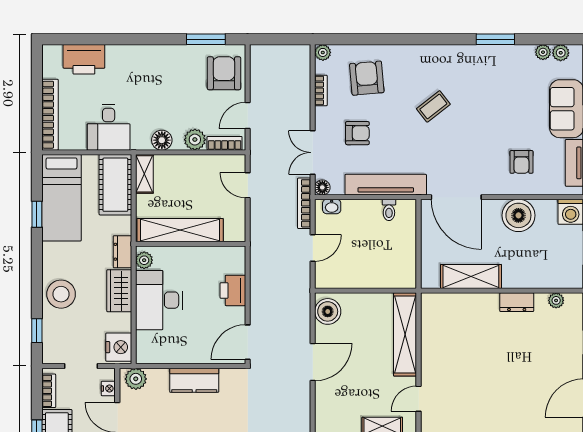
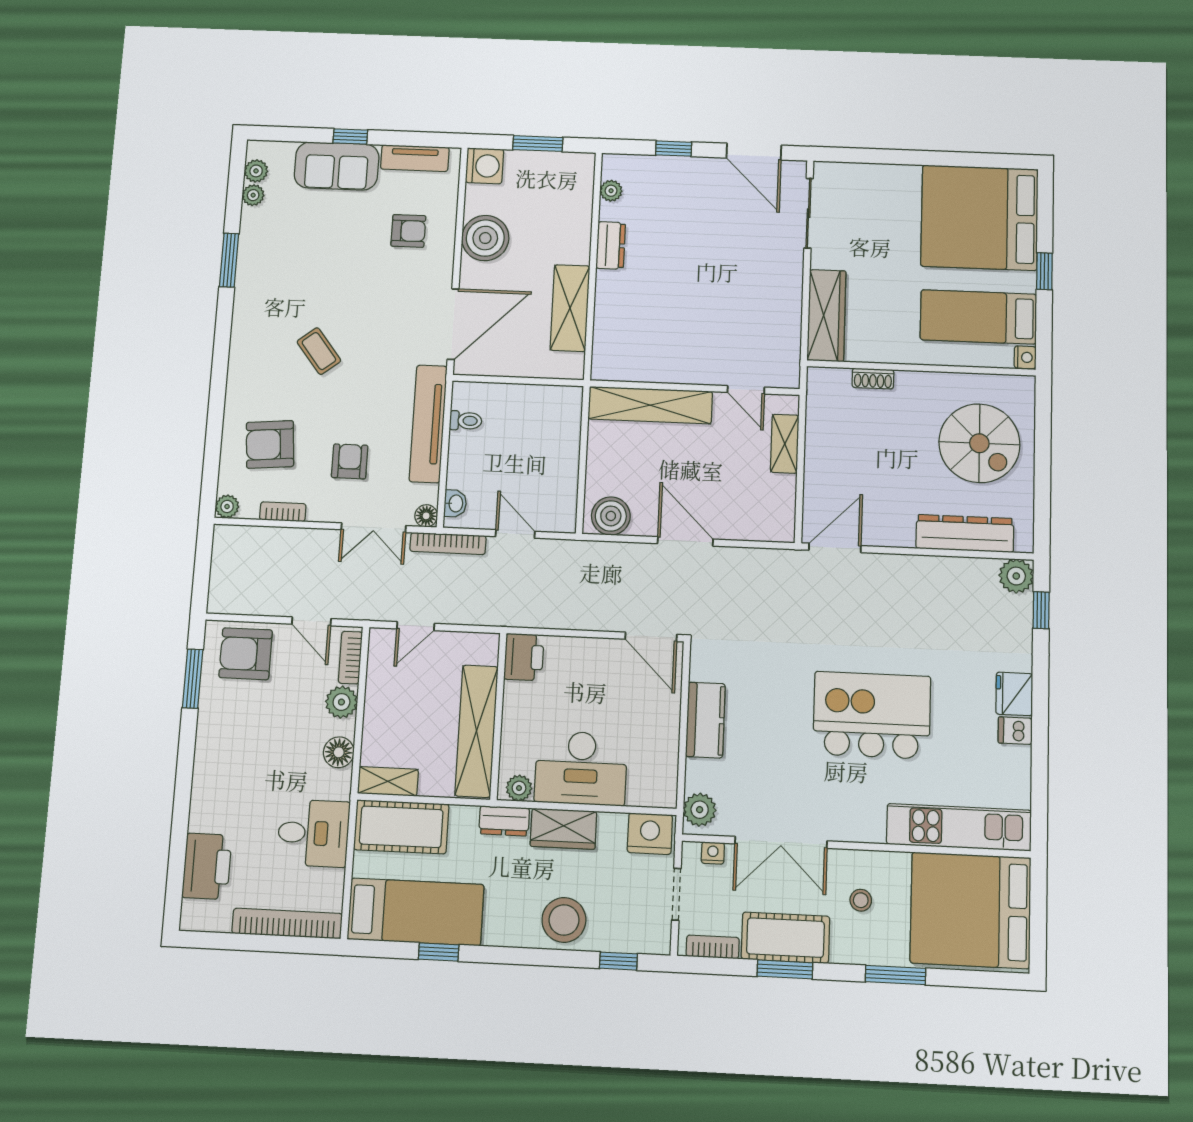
printer: (233, 290) -> (524, 657), moved, turned -90

